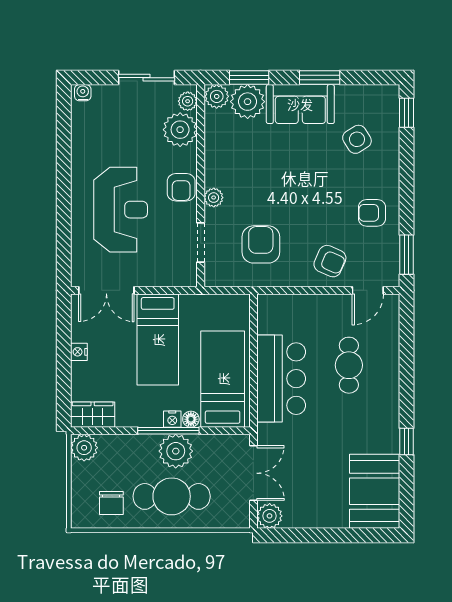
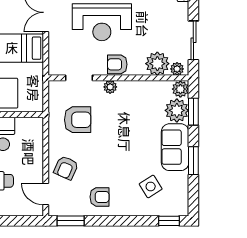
armchair: (372, 213) -> (100, 197), turned 90

